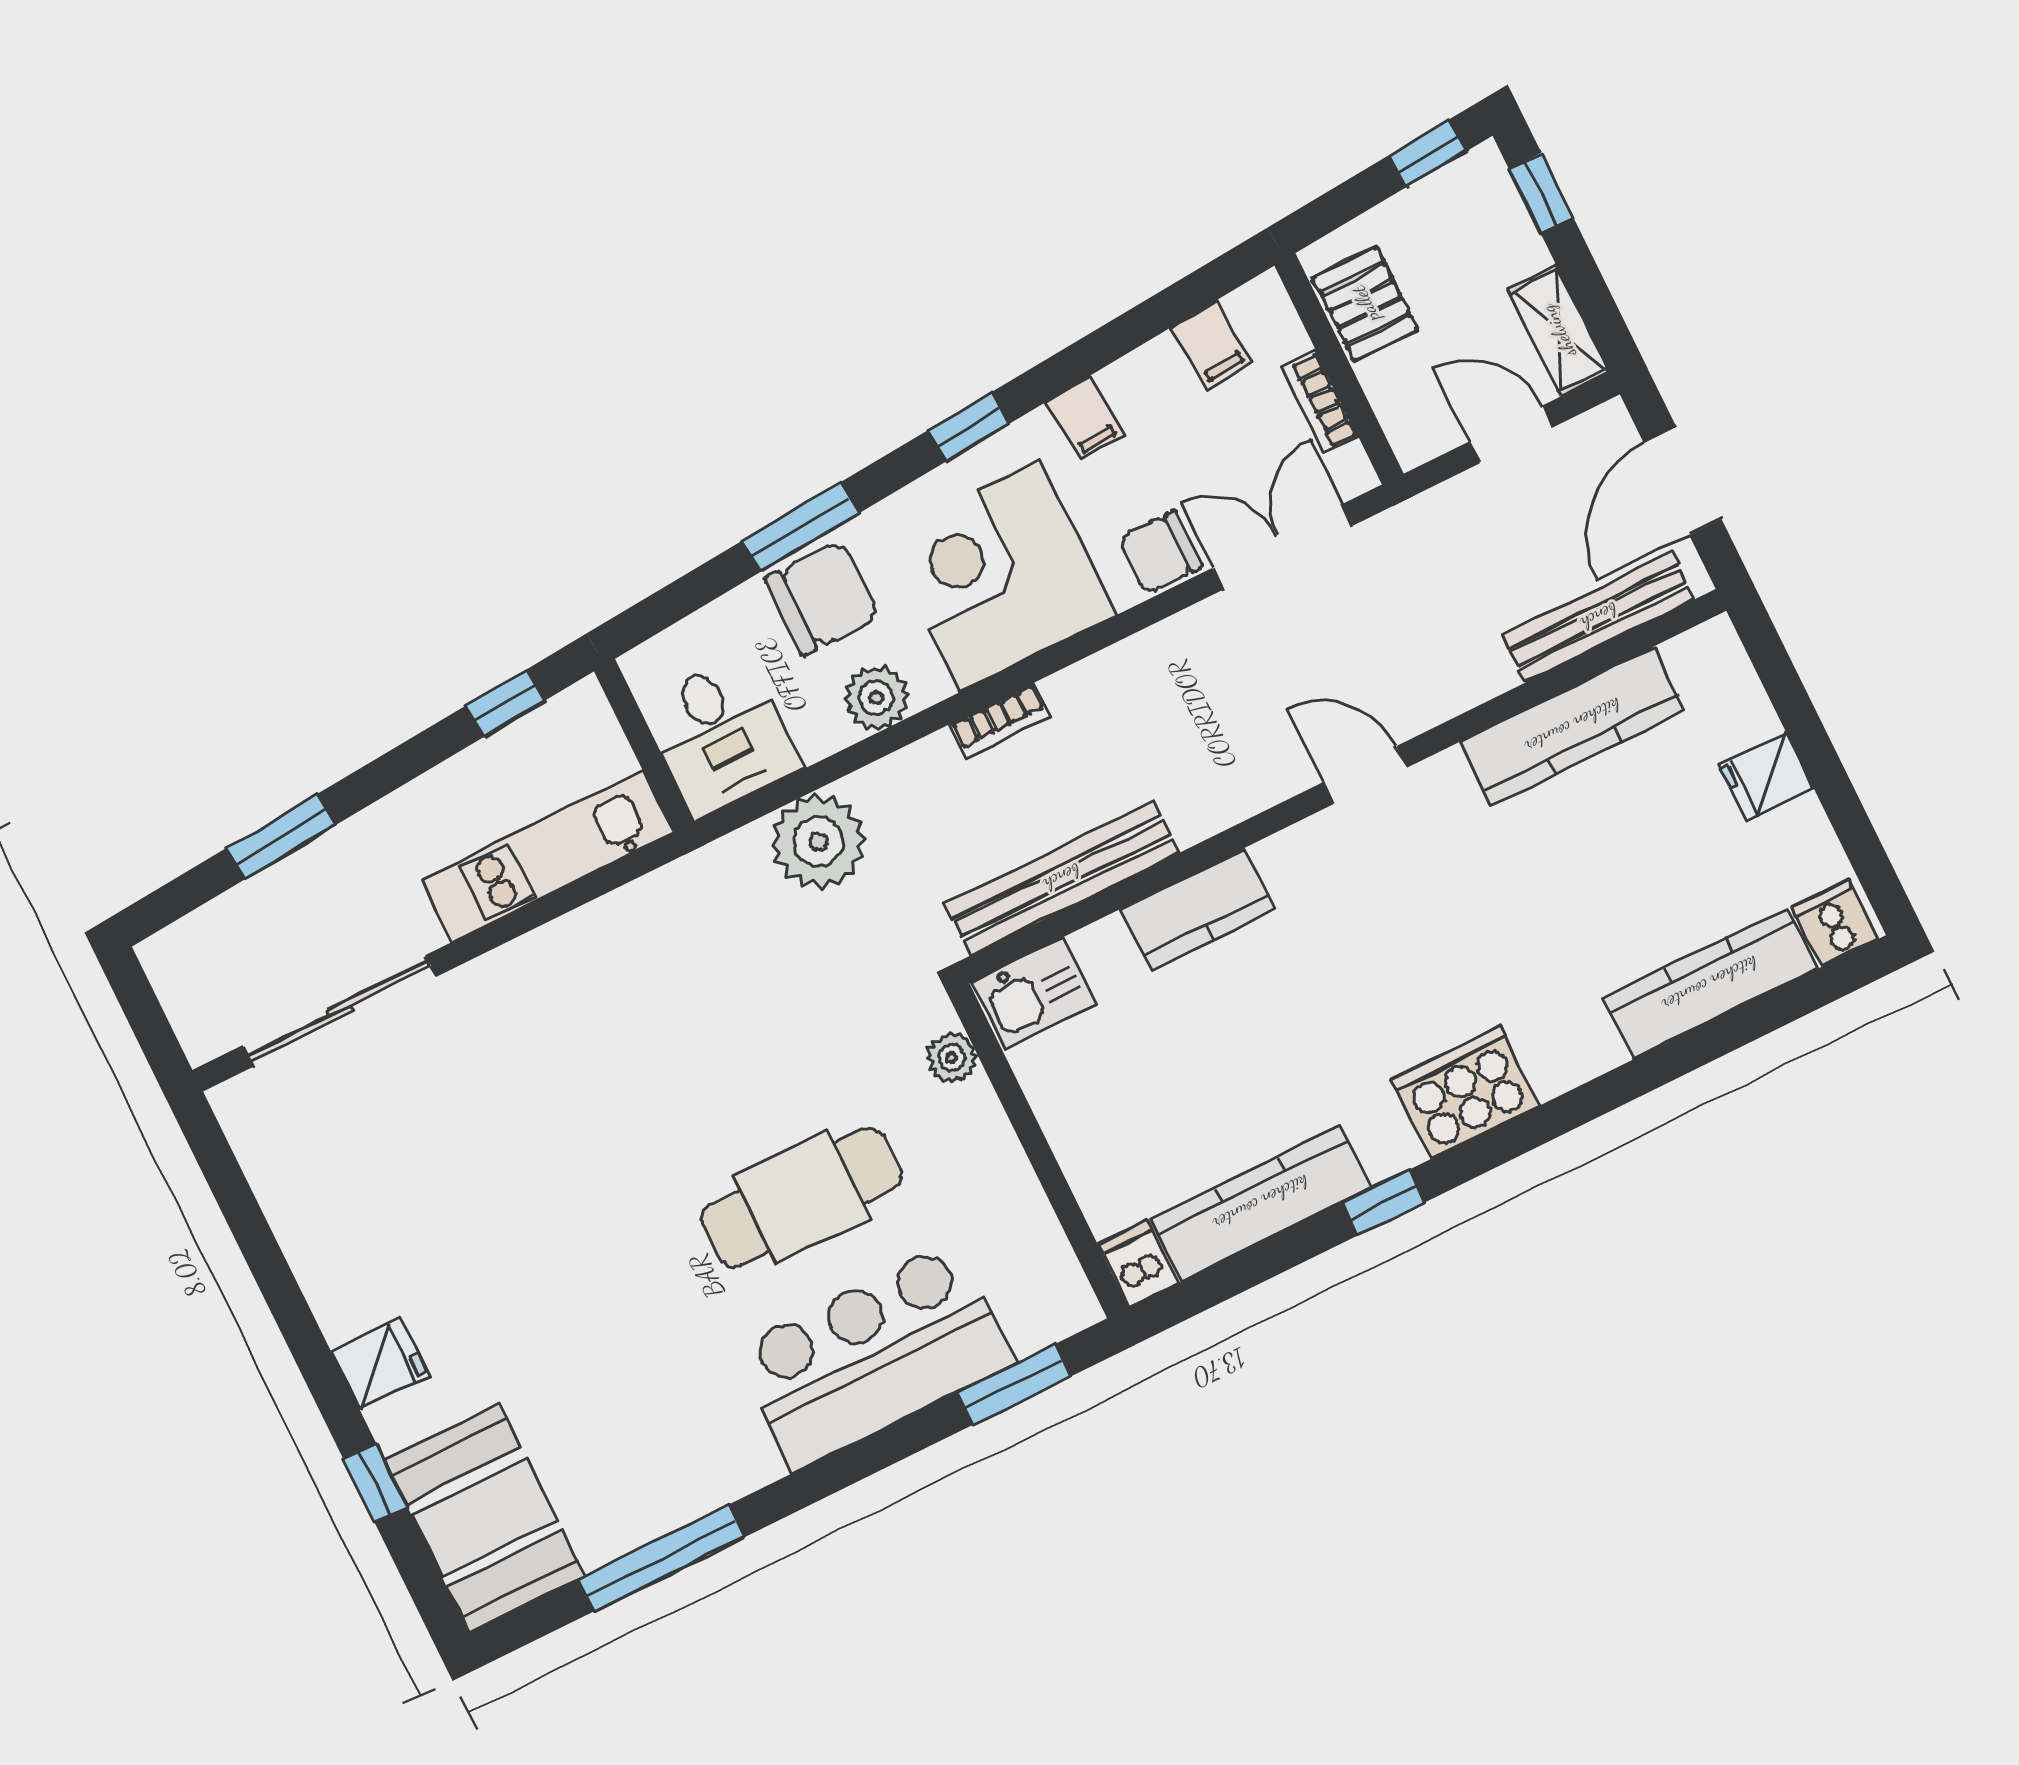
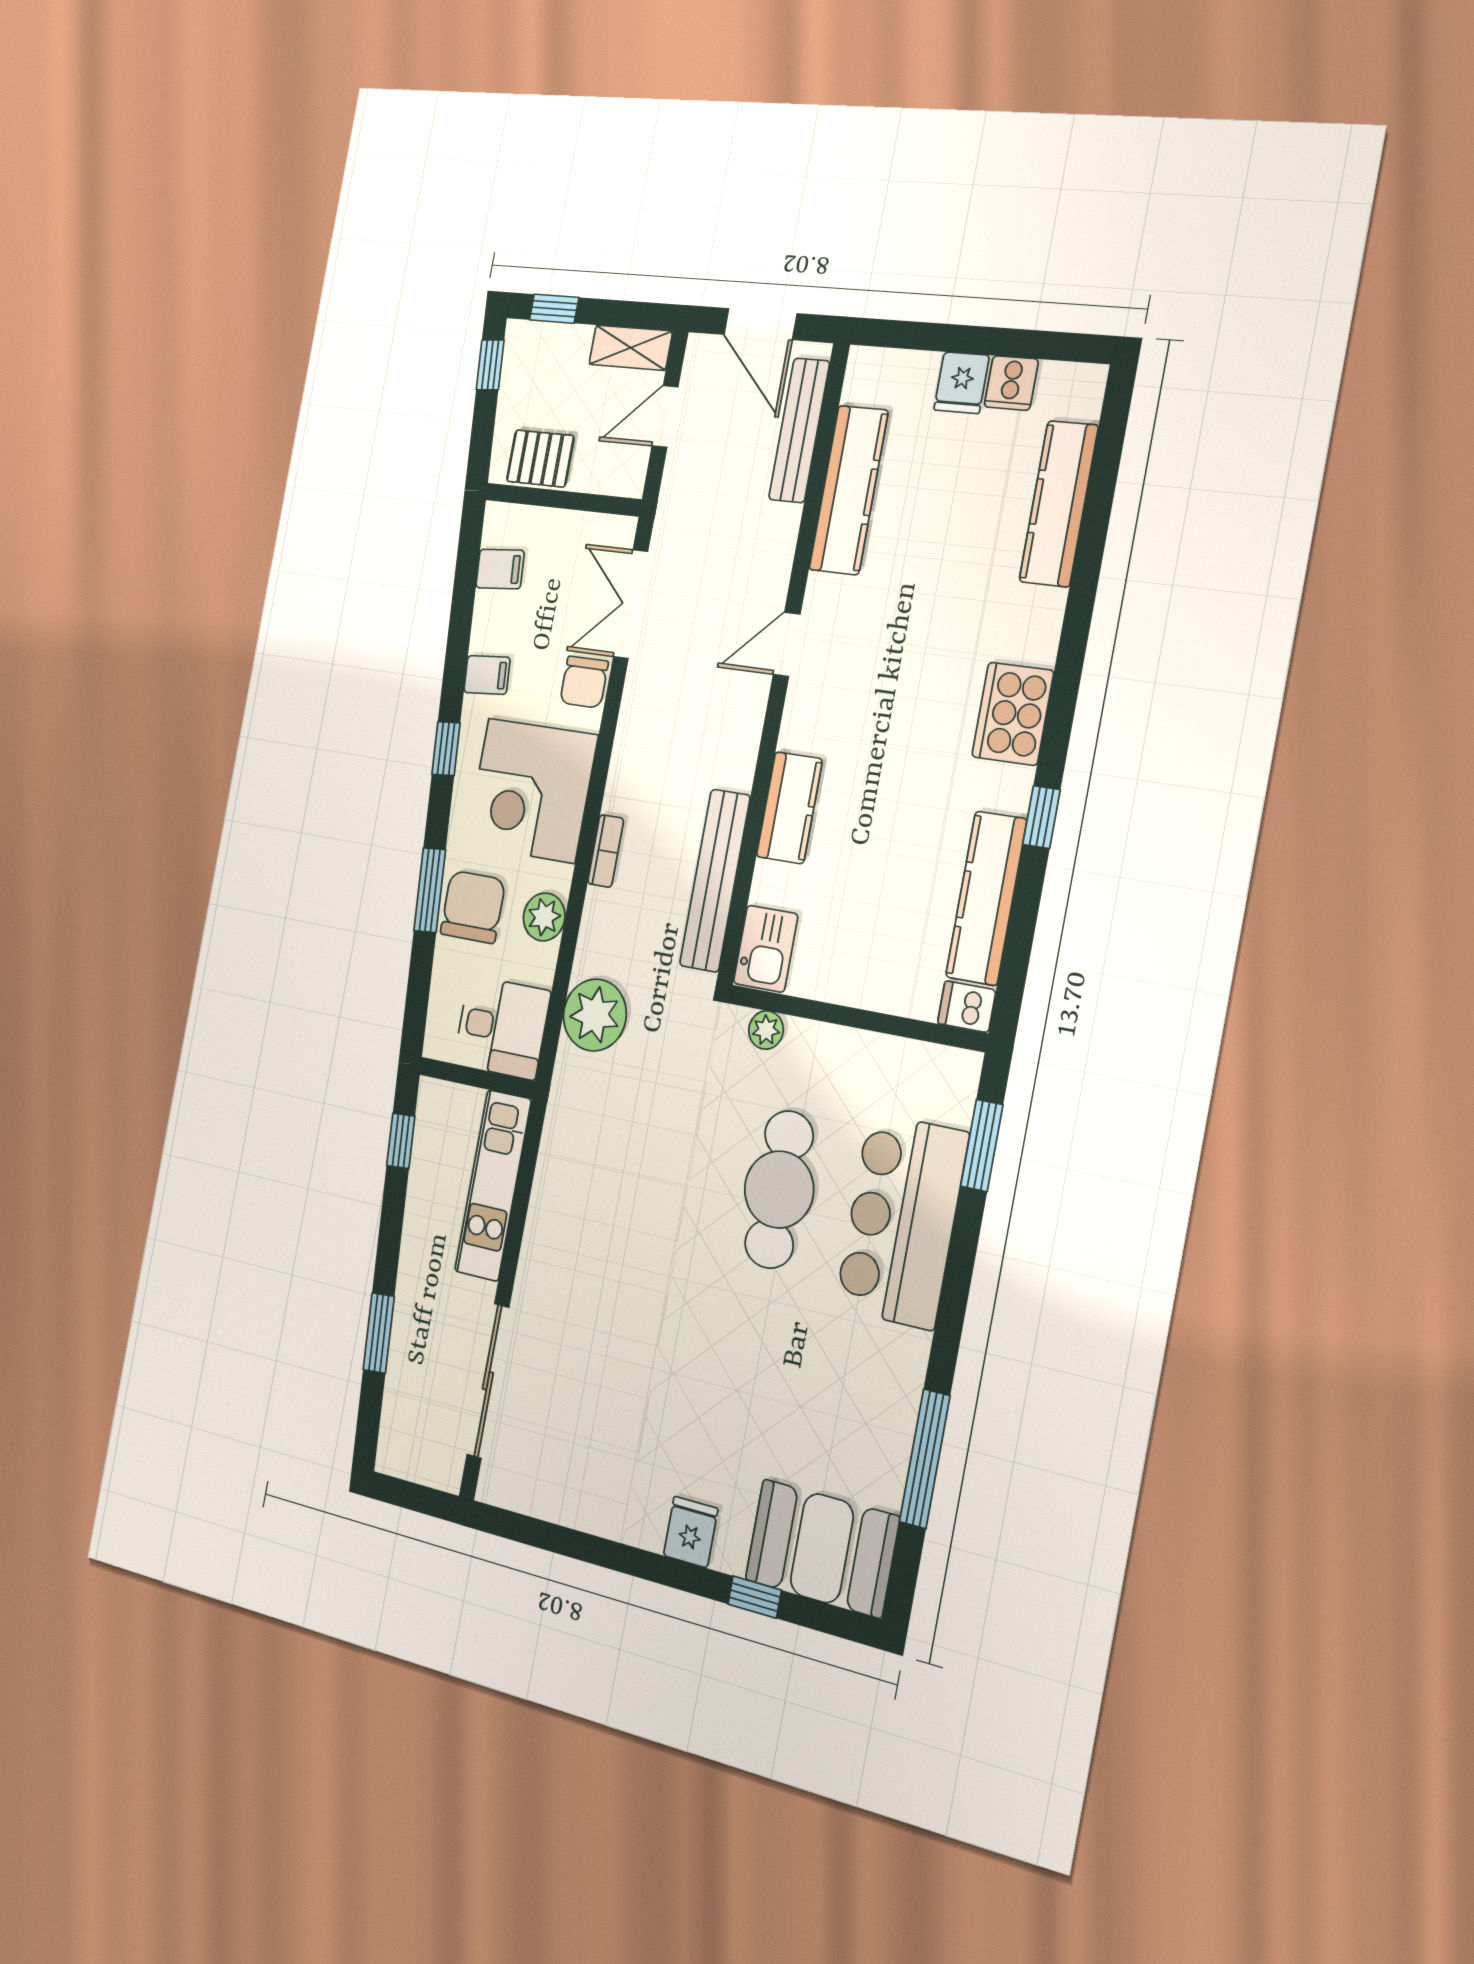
bookcase: (1320, 402) -> (572, 524), removed
cooker: (1835, 923) -> (1011, 383), moved, turned -90

